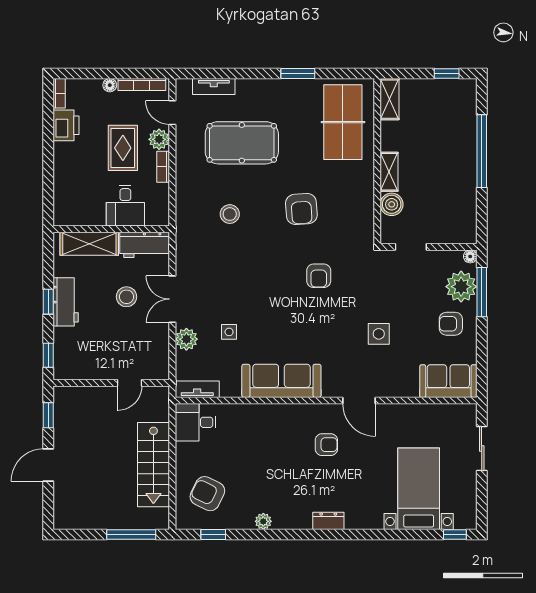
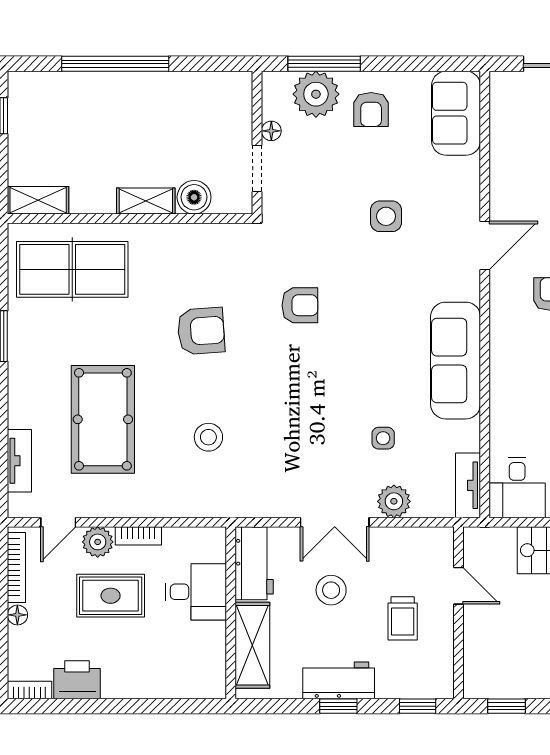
floor lamp: (470, 256) -> (271, 131), moved
trolley: (107, 345) -> (403, 618), added

